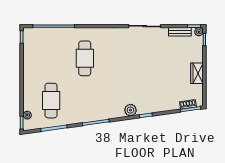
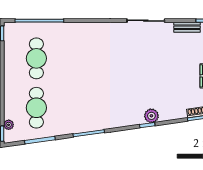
cafe table: (85, 58) -> (36, 58), moved
plant: (130, 110) -> (151, 116), moved

